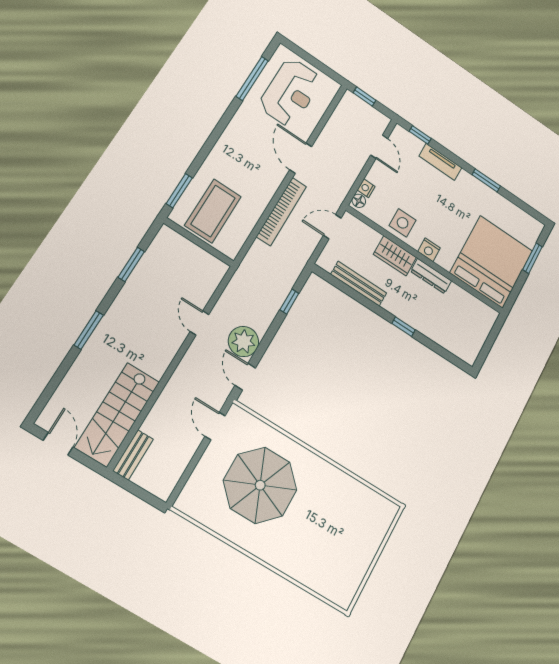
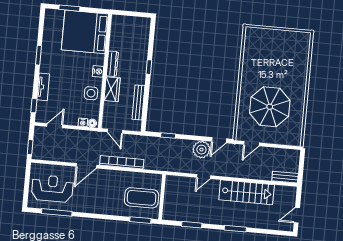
stairs: (117, 415) -> (247, 192), moved

